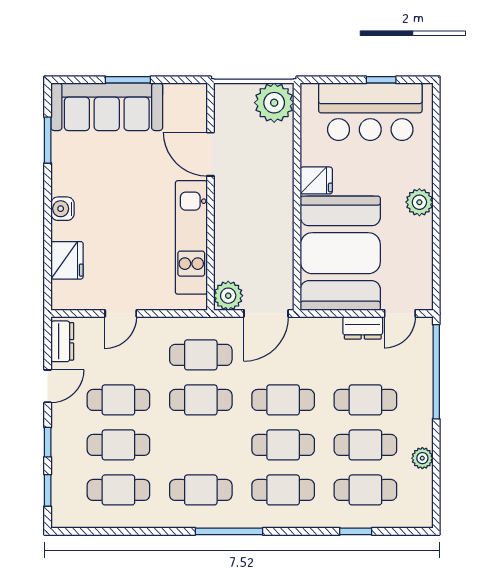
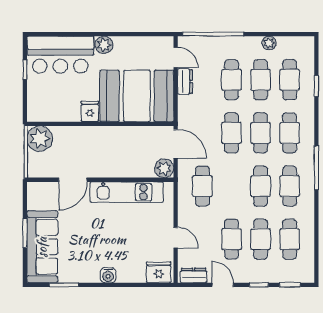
bar counter: (370, 112) -> (60, 55), moved, turned 90
fridge: (67, 260) -> (159, 272), moved
cafe table: (201, 400) -> (261, 186), moved

